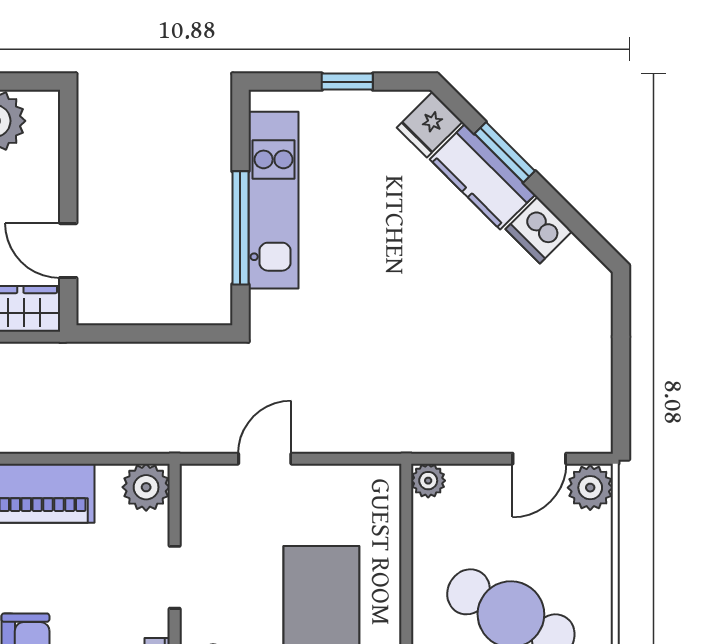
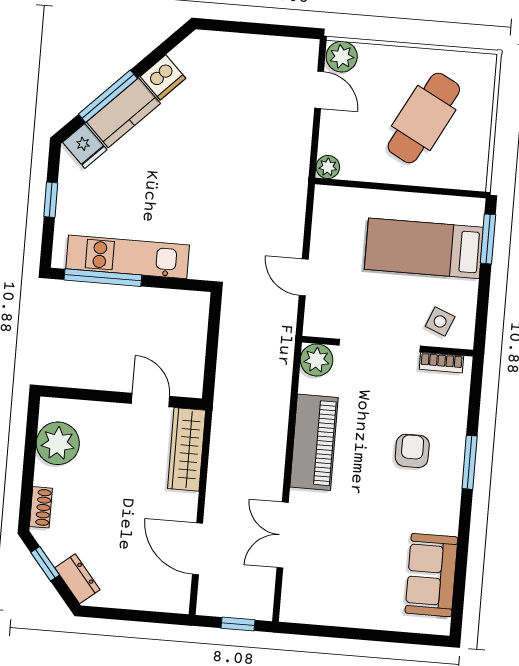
window: (505, 152) -> (108, 96), width x1.44
window: (240, 228) -> (103, 278), moved
door: (68, 251) -> (151, 400), swing flipped
doorway: (175, 577) -> (380, 346), width x1.88

